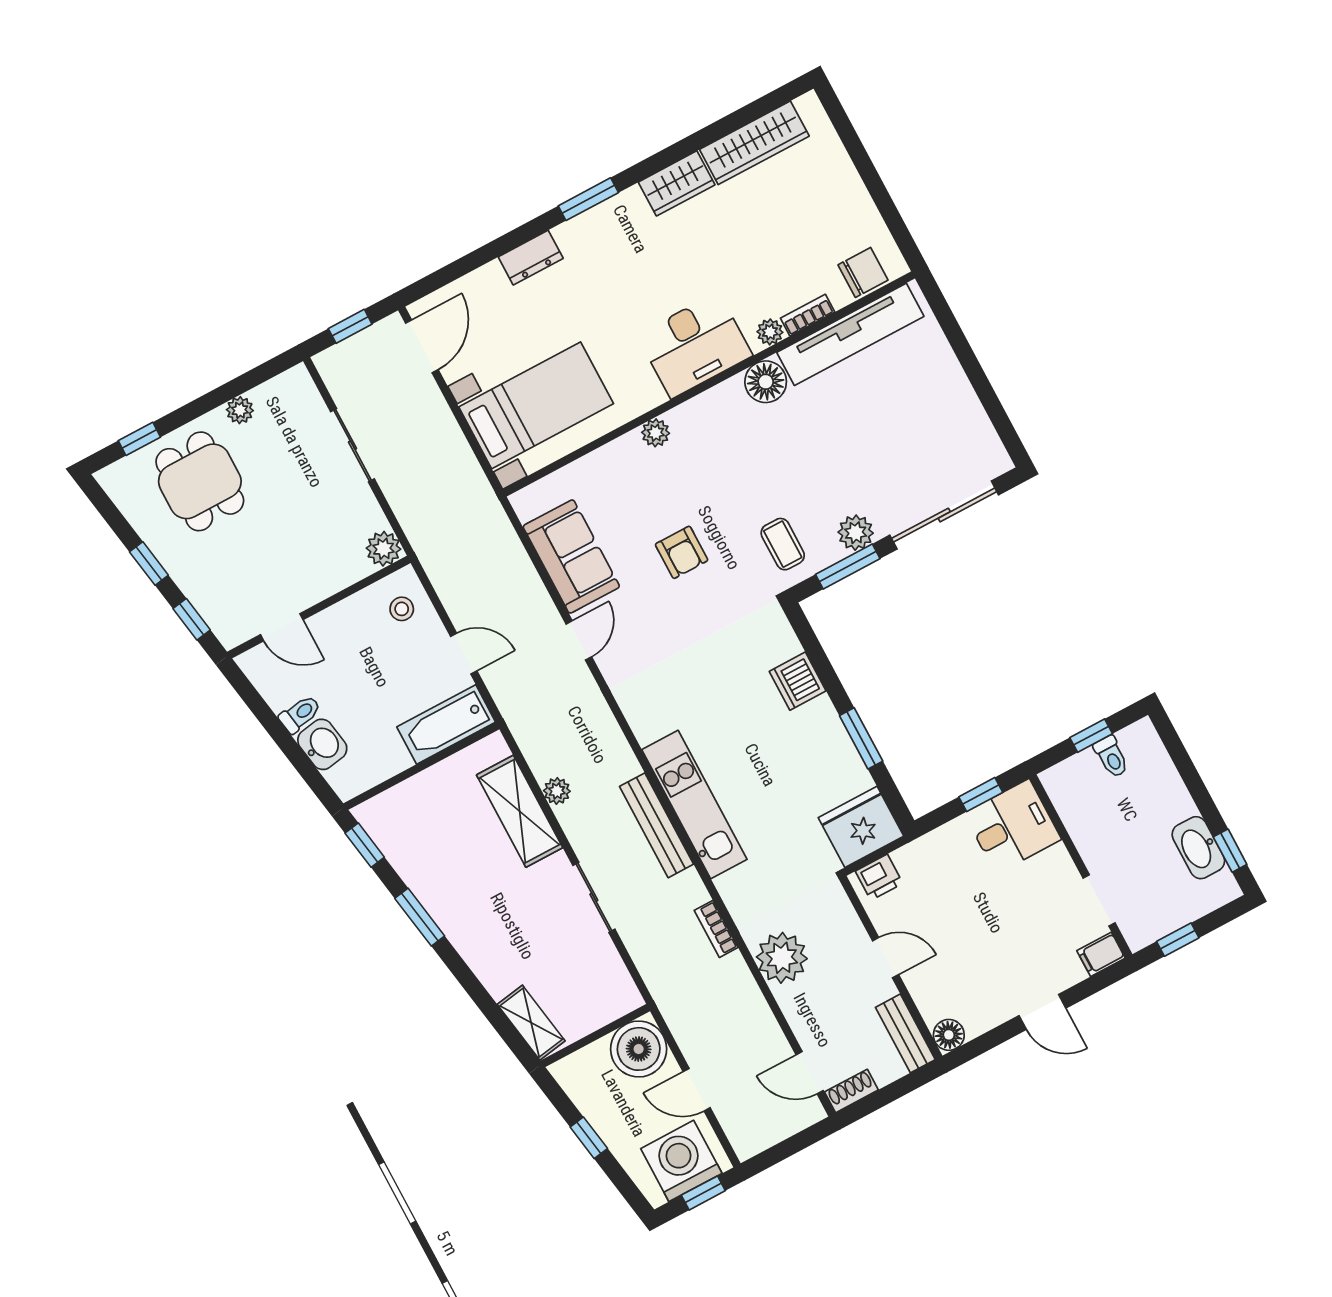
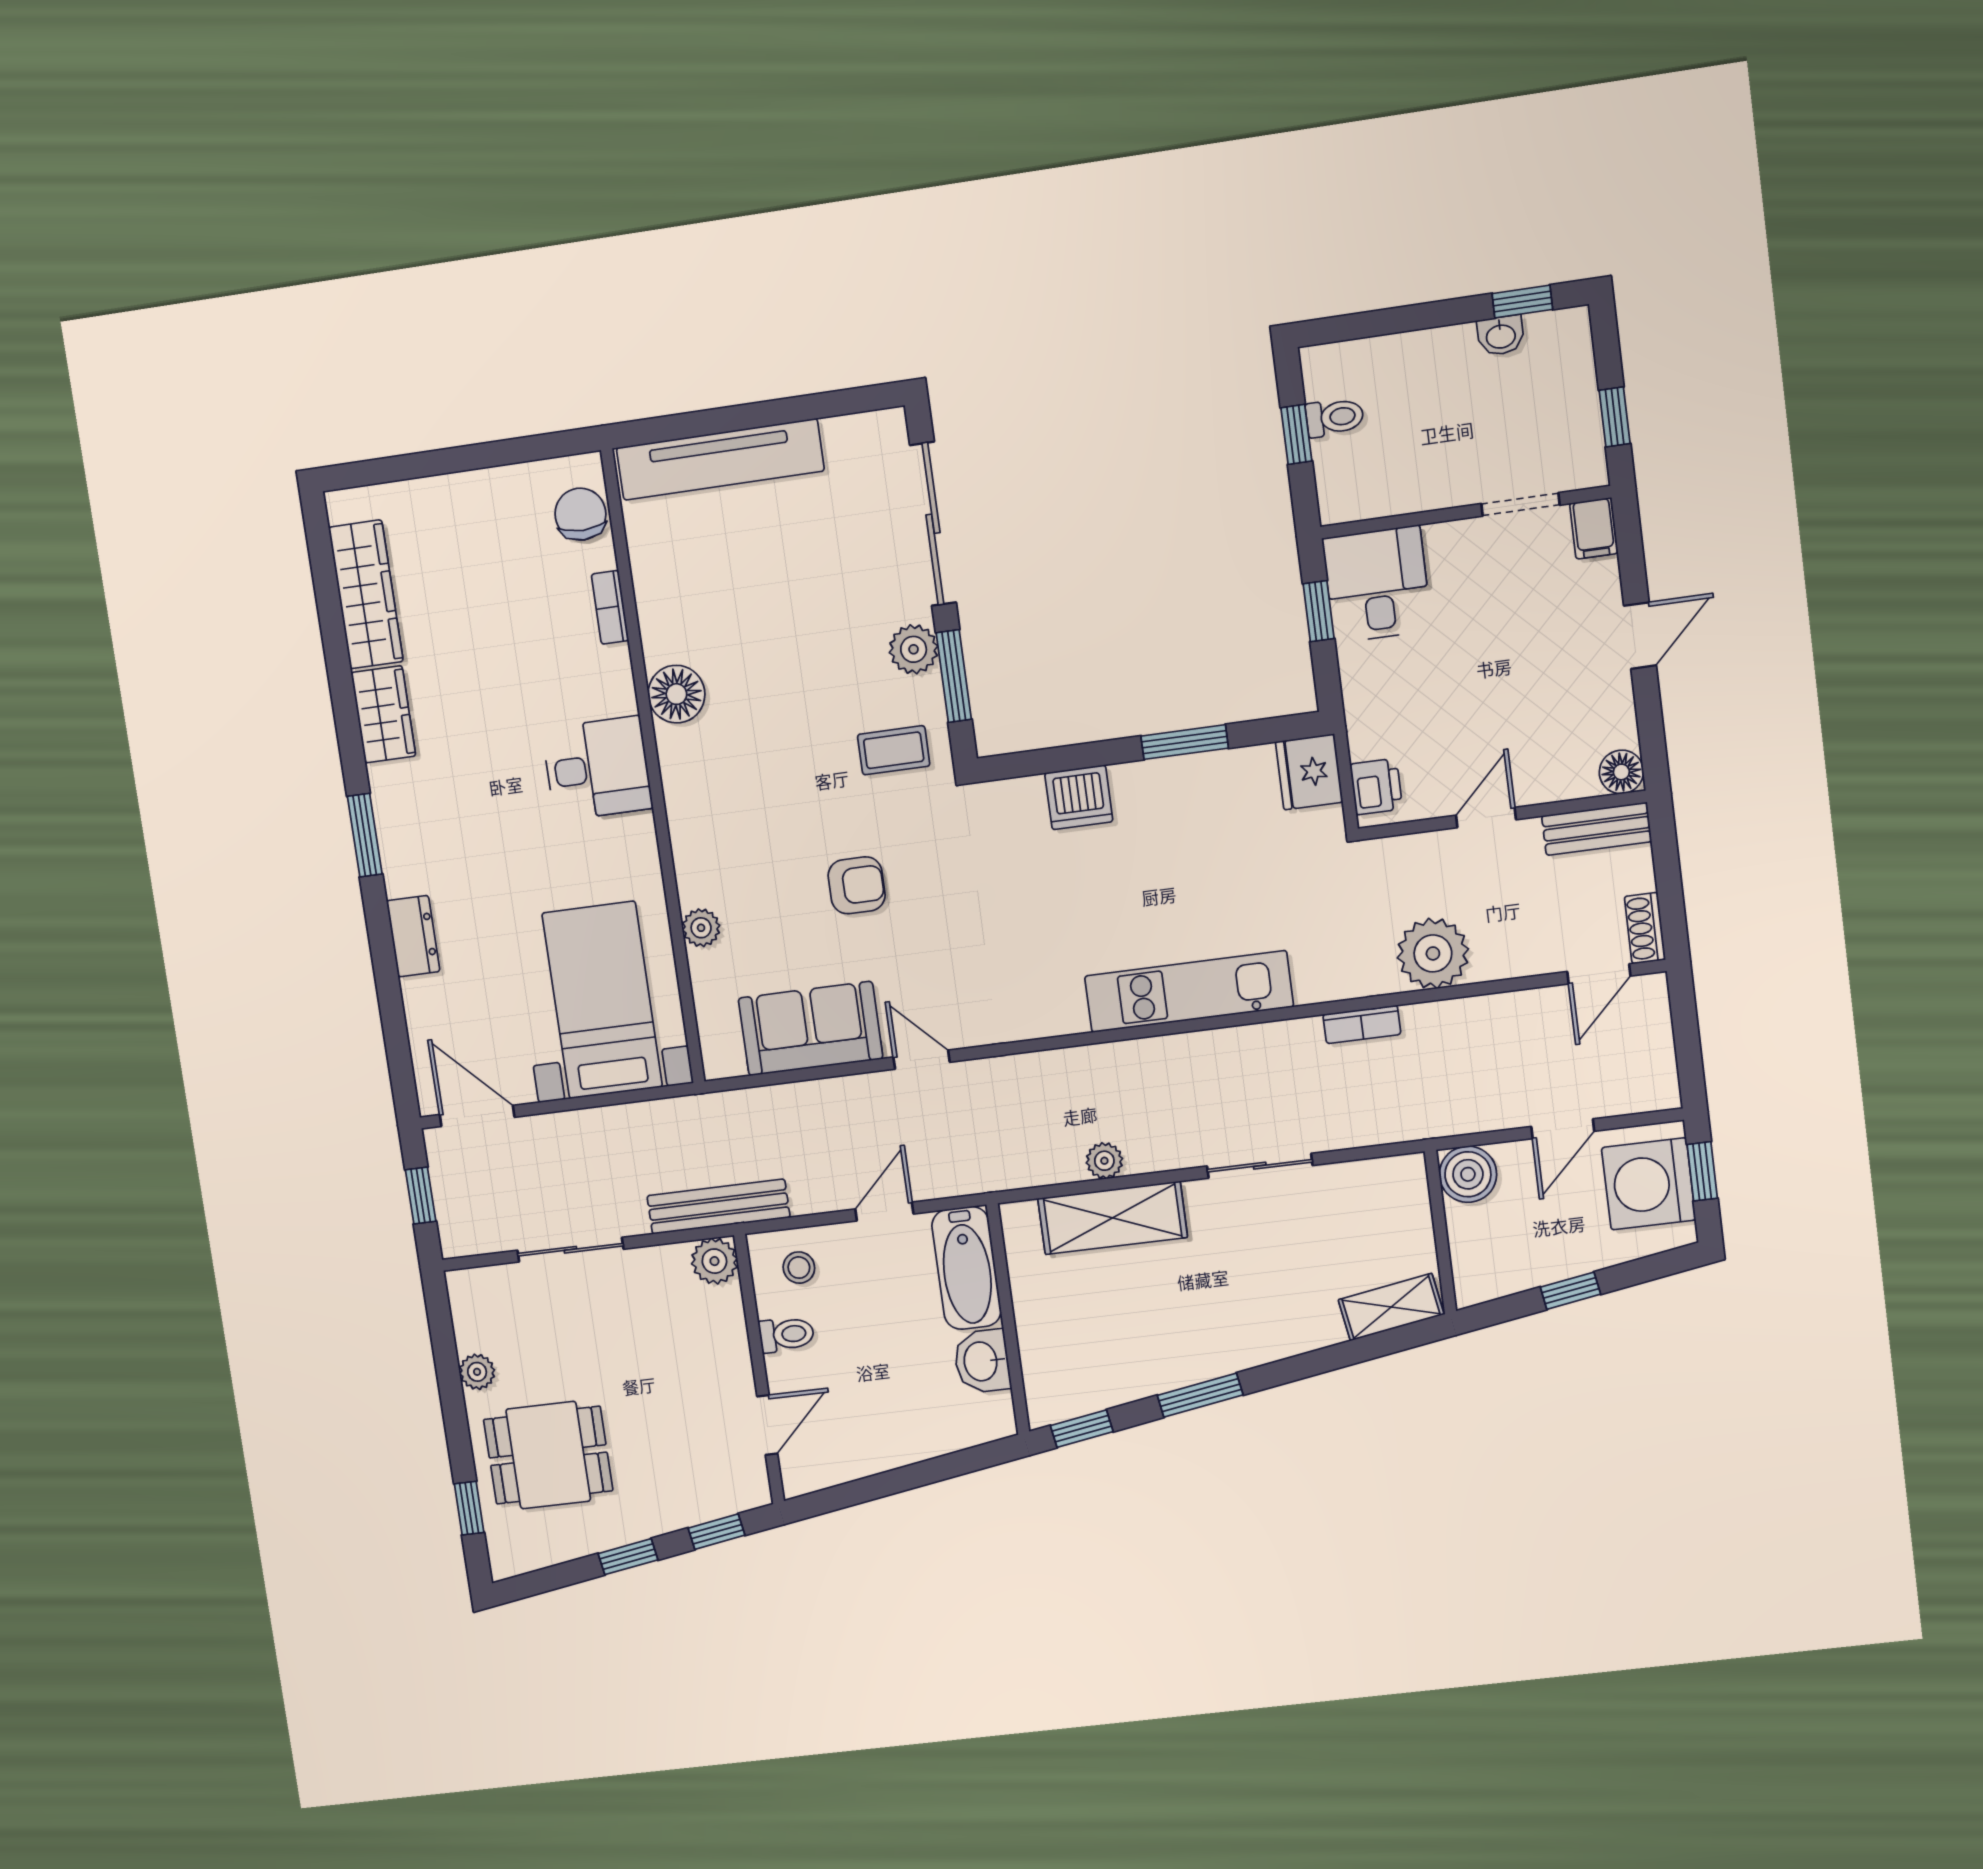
plant: (770, 332) -> (615, 665), removed
tv unit: (850, 334) -> (720, 459), moved, turned 90
desk: (695, 345) -> (597, 768), width x0.73
plant: (656, 433) -> (701, 928), moved
toilet: (300, 714) -> (786, 1334), moved, turned 99
washbasin: (322, 744) -> (982, 1361), moved, turned -81
bench: (657, 825) -> (718, 1207), moved
fridge: (861, 827) -> (1309, 772), width x0.73, depth x0.75
washbasin: (1198, 848) -> (1501, 335), width x0.52, depth x0.69
boiler: (639, 1049) -> (1468, 1174), width x0.73, depth x0.73

